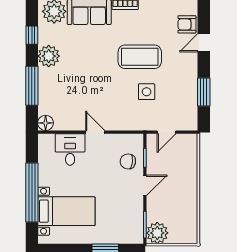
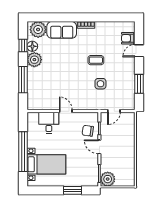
coffee table: (140, 57) -> (96, 60), width x0.54, depth x0.58
floor lamp: (46, 123) -> (32, 46), moved
door: (145, 185) -> (99, 147), swing flipped

